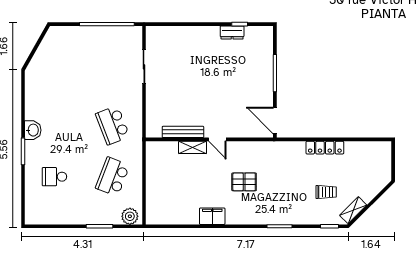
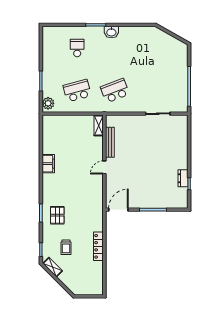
shelving: (193, 147) -> (99, 126), moved
school desk: (113, 177) -> (77, 91), turned -36
pallet: (244, 182) -> (57, 215), moved

